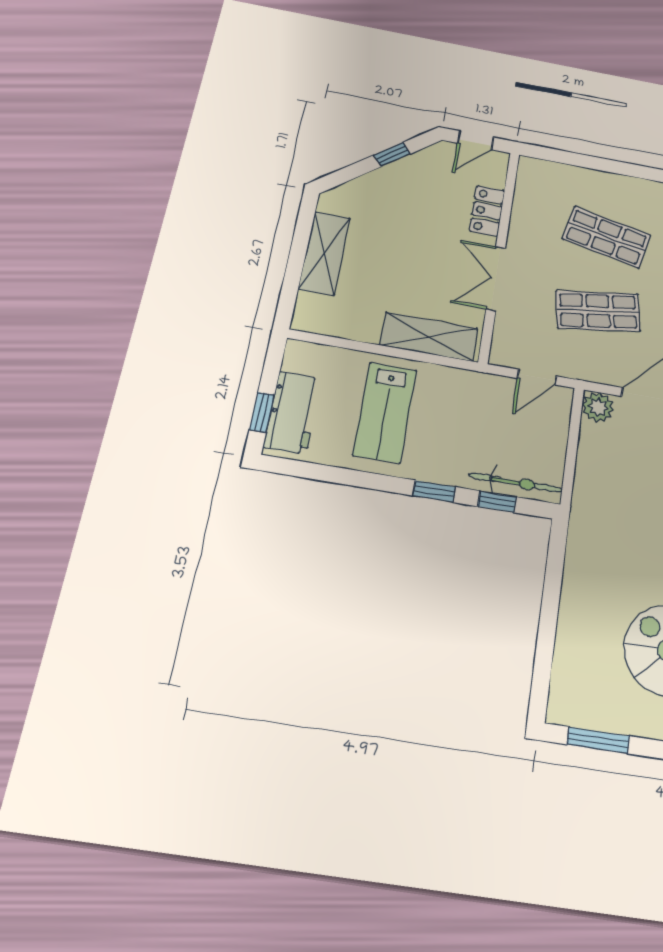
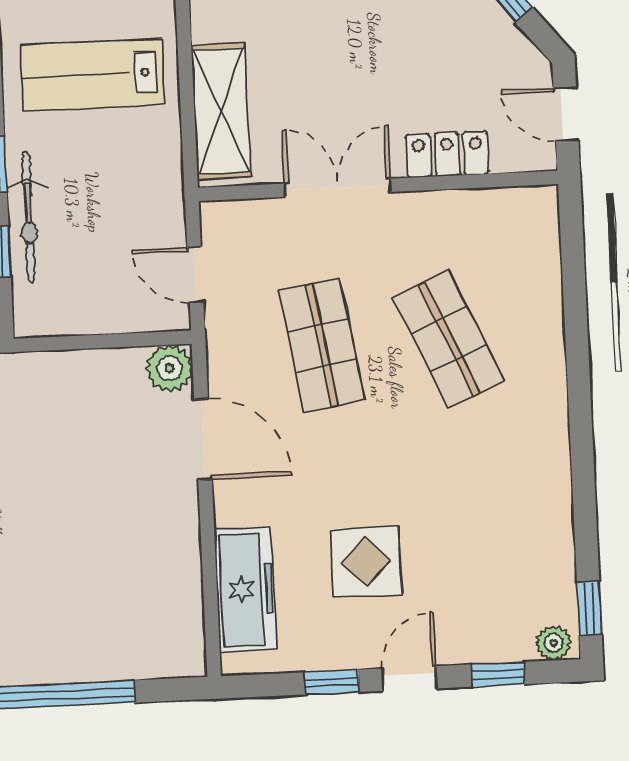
shop shelf: (607, 237) -> (449, 339), turned -36
bicycle: (516, 483) -> (29, 217), moved

